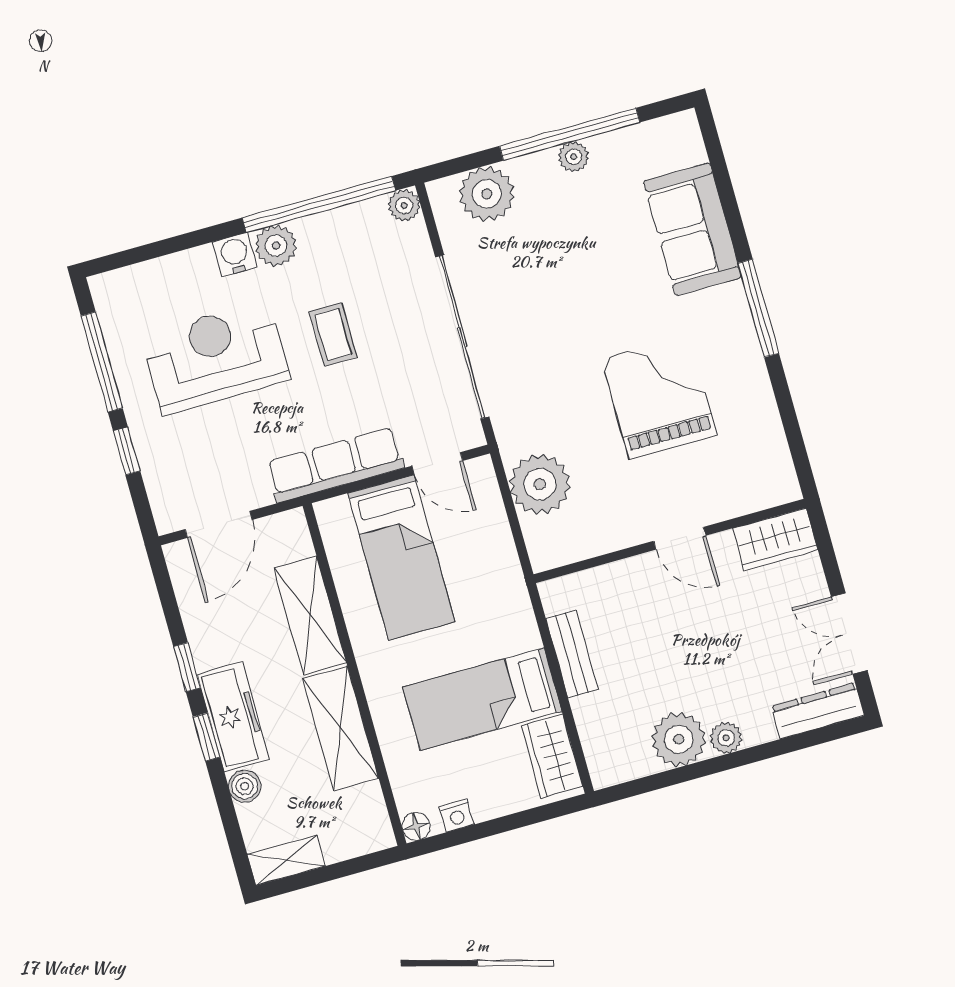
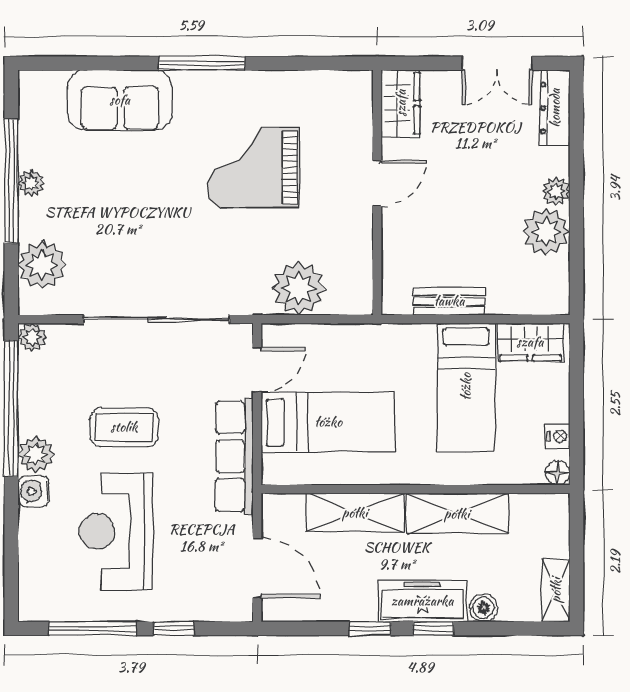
coffee table: (333, 334) -> (124, 427), width x1.36, depth x1.30

